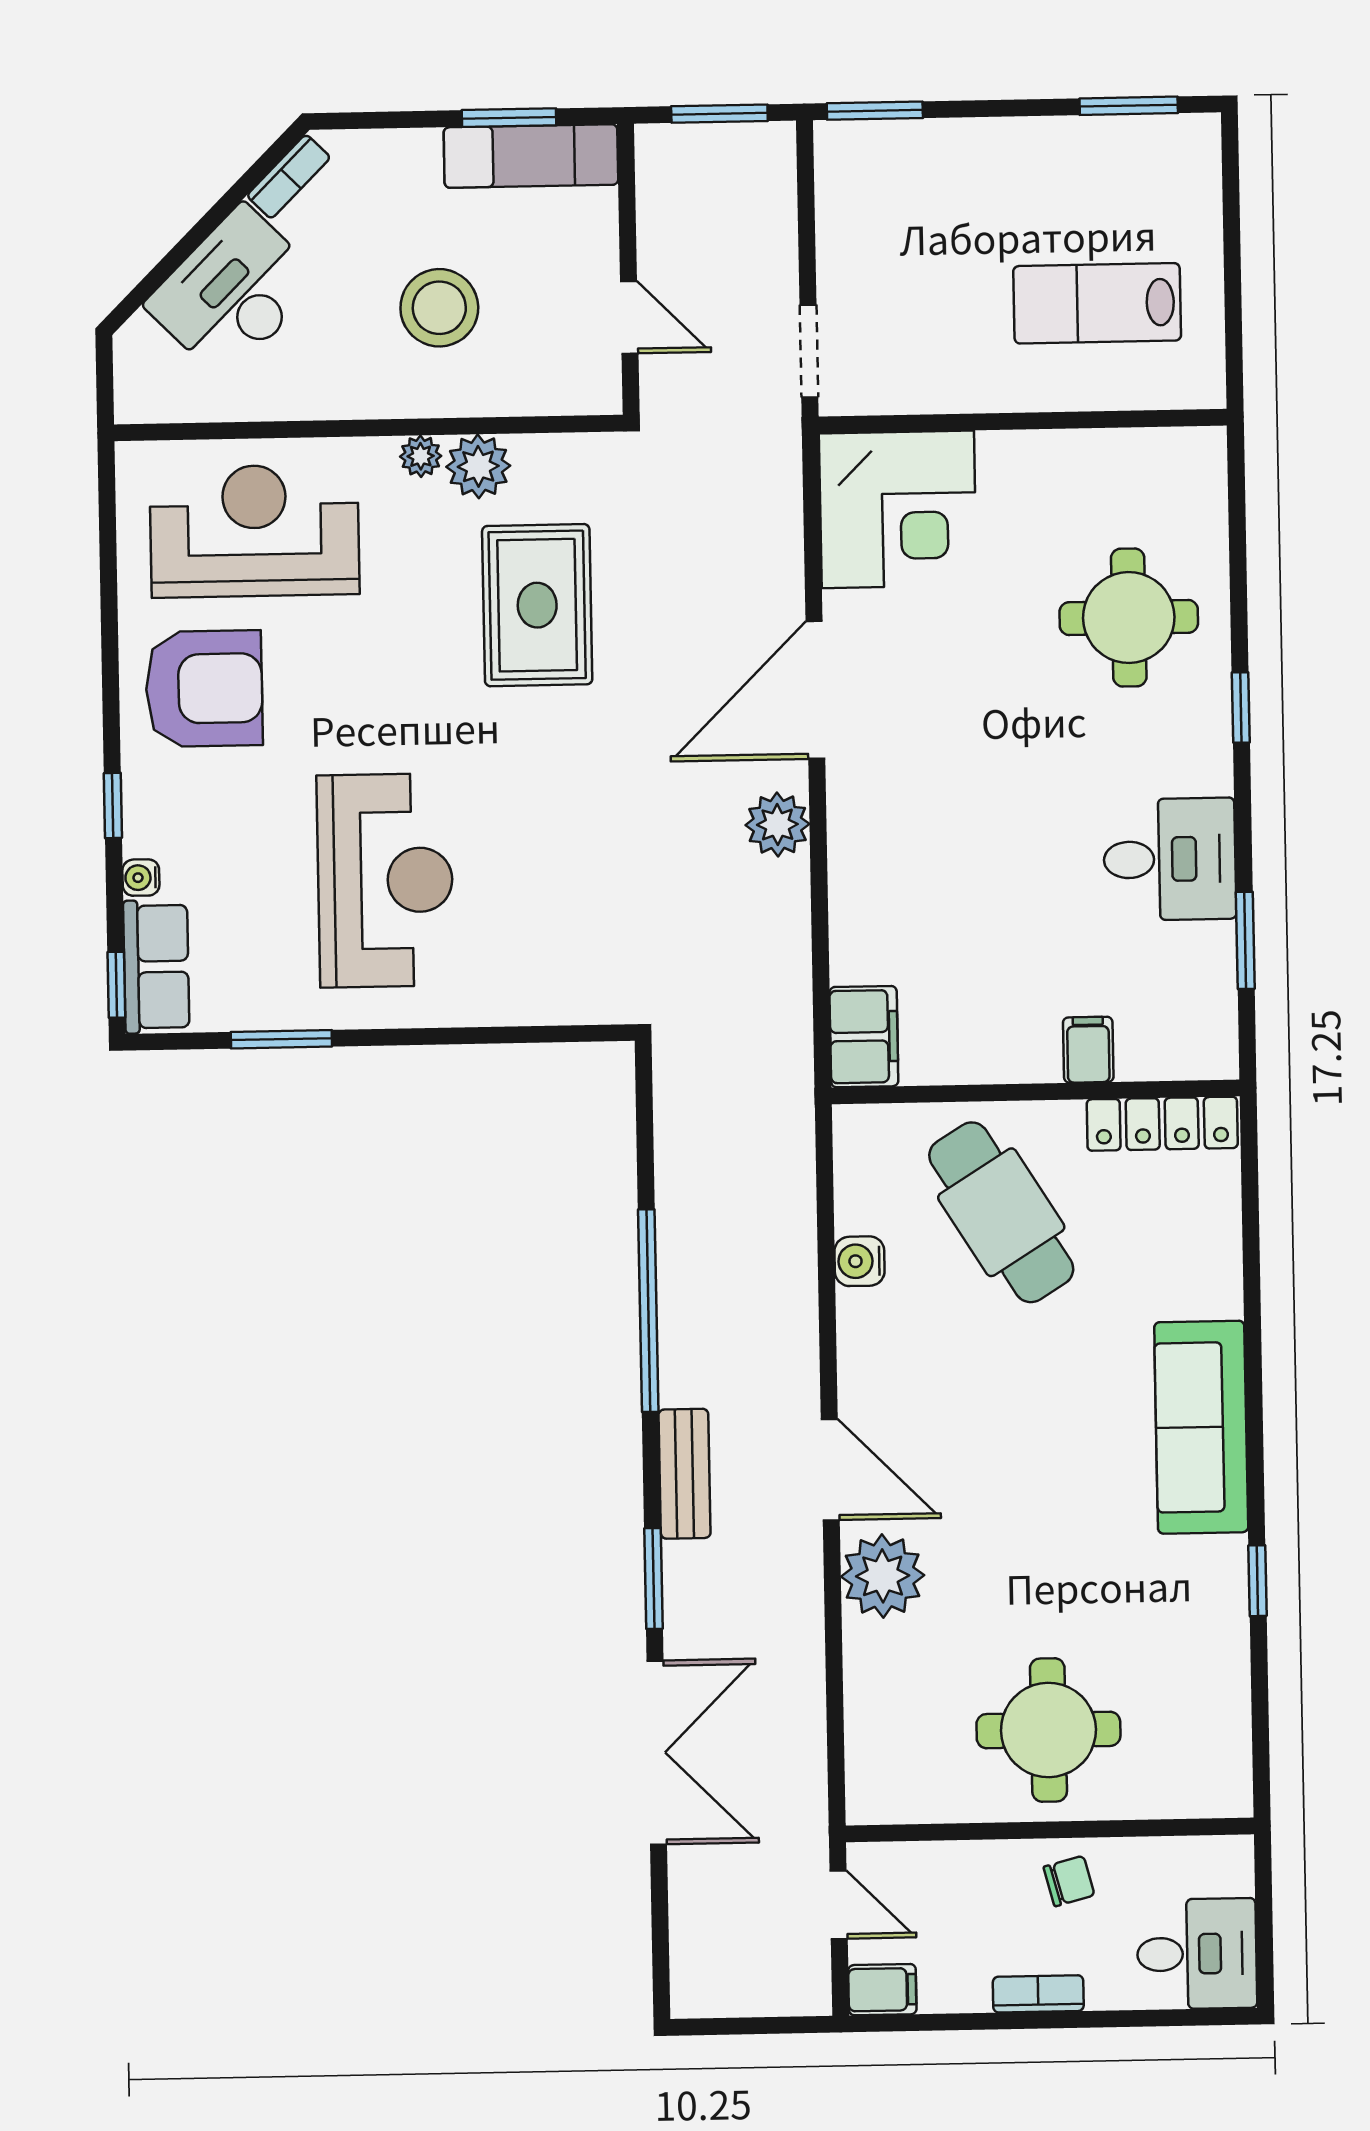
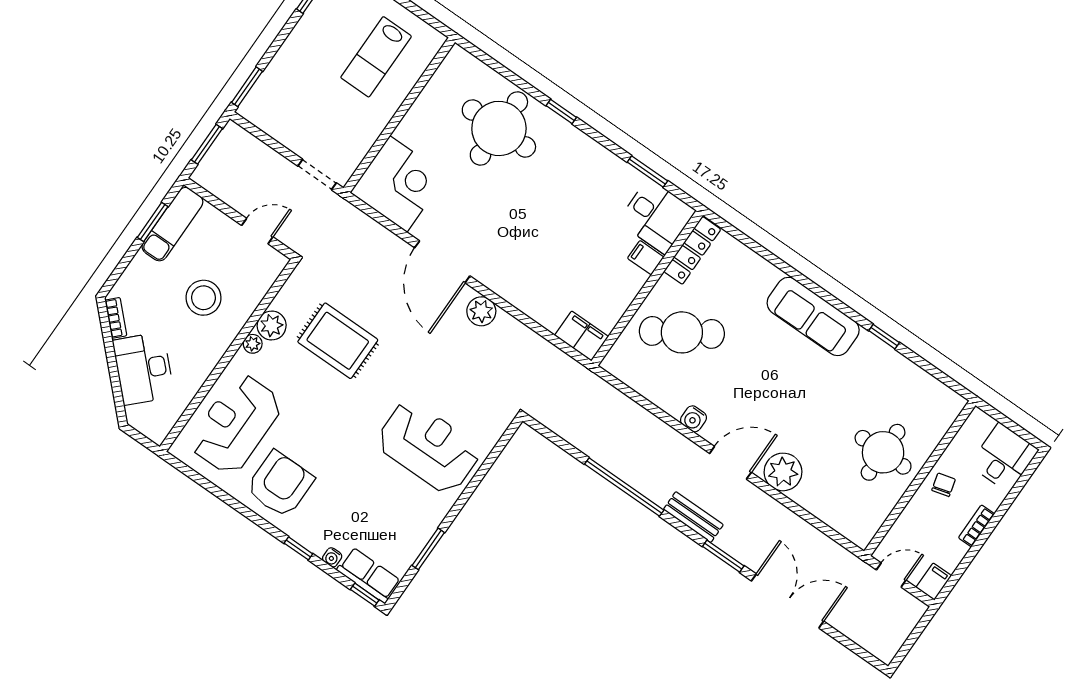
round table: (1129, 618) -> (499, 128), width x1.36, depth x1.36
desk: (1170, 859) -> (657, 216), moved, turned 90
reception desk: (385, 880) -> (428, 447), moved
water cooler: (859, 1261) -> (693, 419), moved

